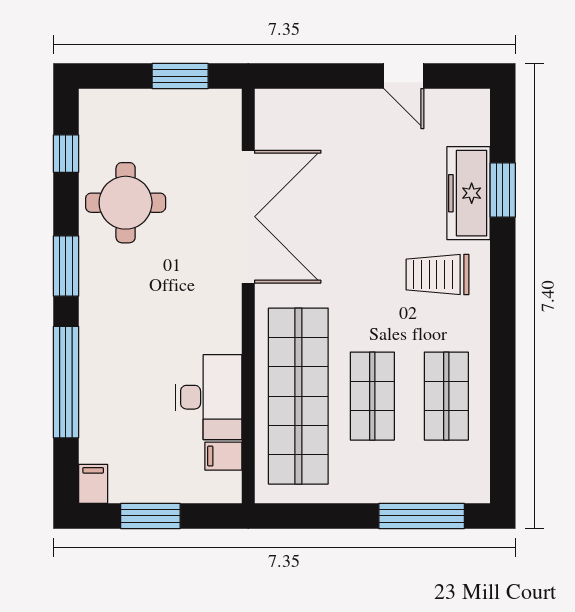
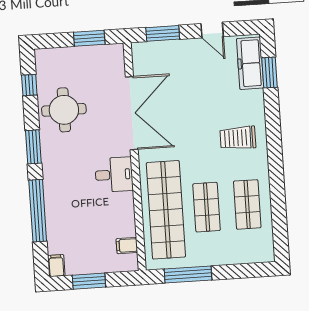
window: (314, 76) -> (163, 33), added
window: (503, 190) -> (270, 73), moved
freezer: (469, 193) -> (250, 63), moved
desk: (209, 397) -> (114, 175), moved, width x0.73
window: (422, 516) -> (188, 275), moved

